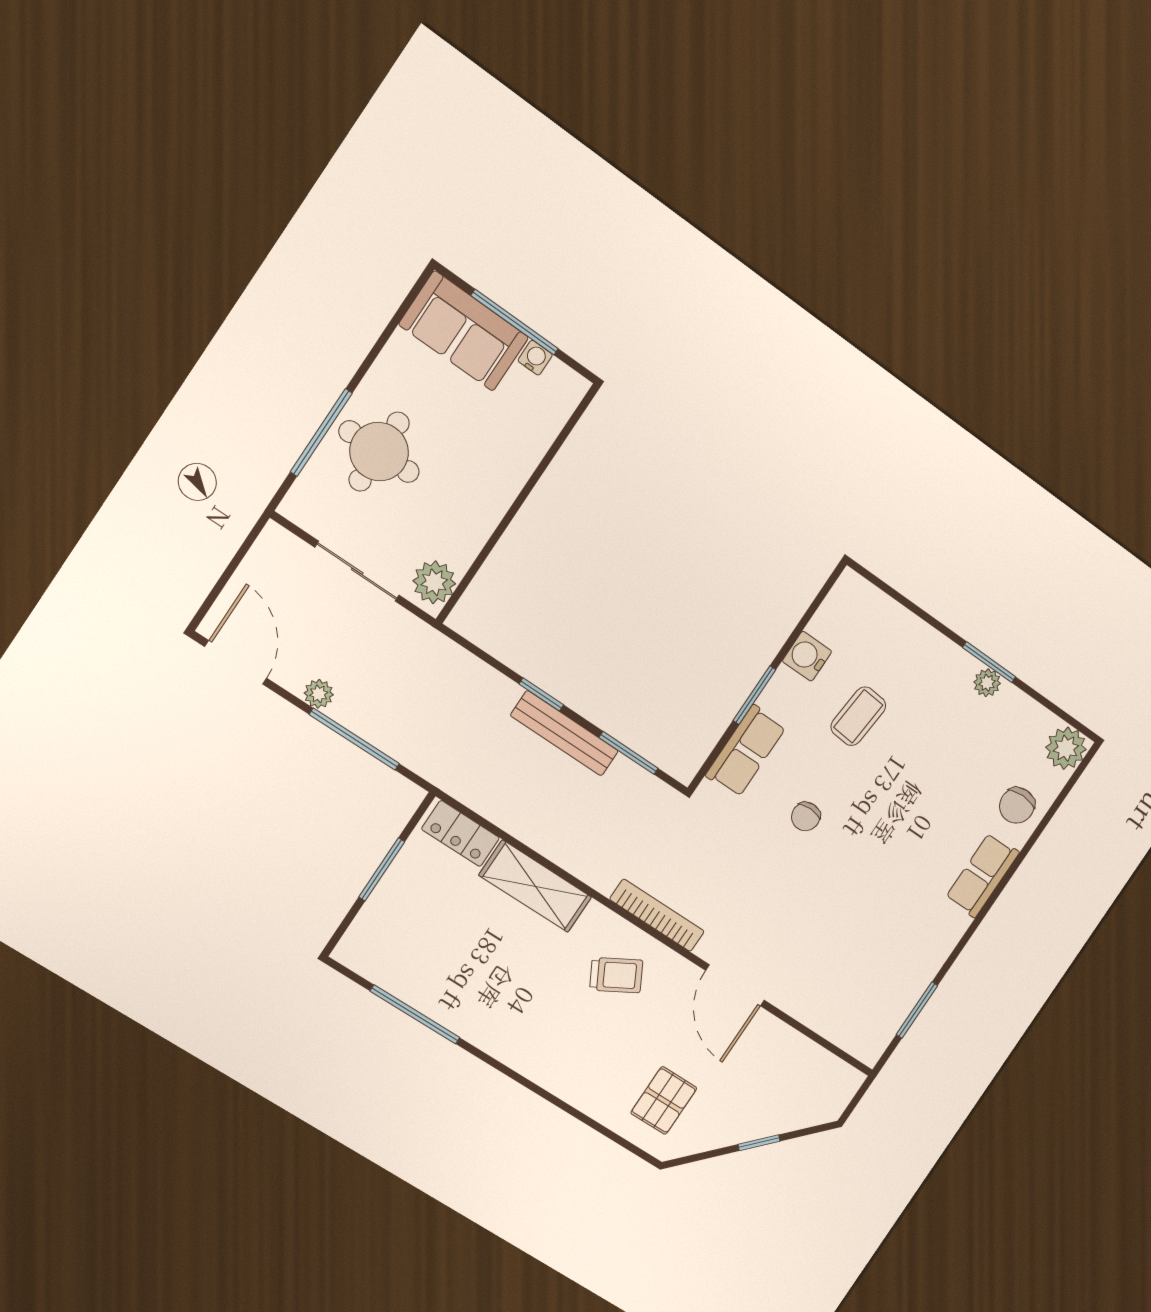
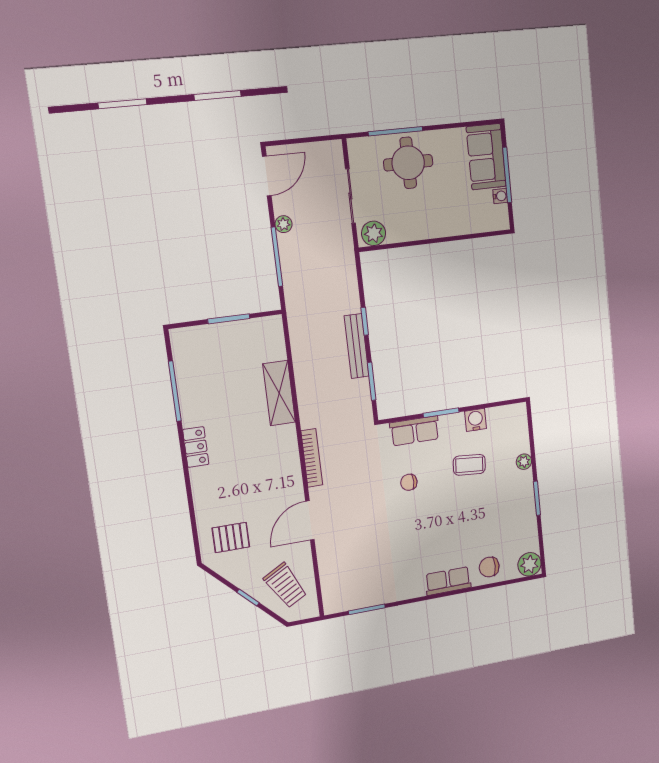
plant: (987, 683) -> (524, 462), moved
locker: (460, 834) -> (196, 447), moved, turned 180
trolley: (616, 975) -> (285, 586), moved, width x1.36, depth x1.39

